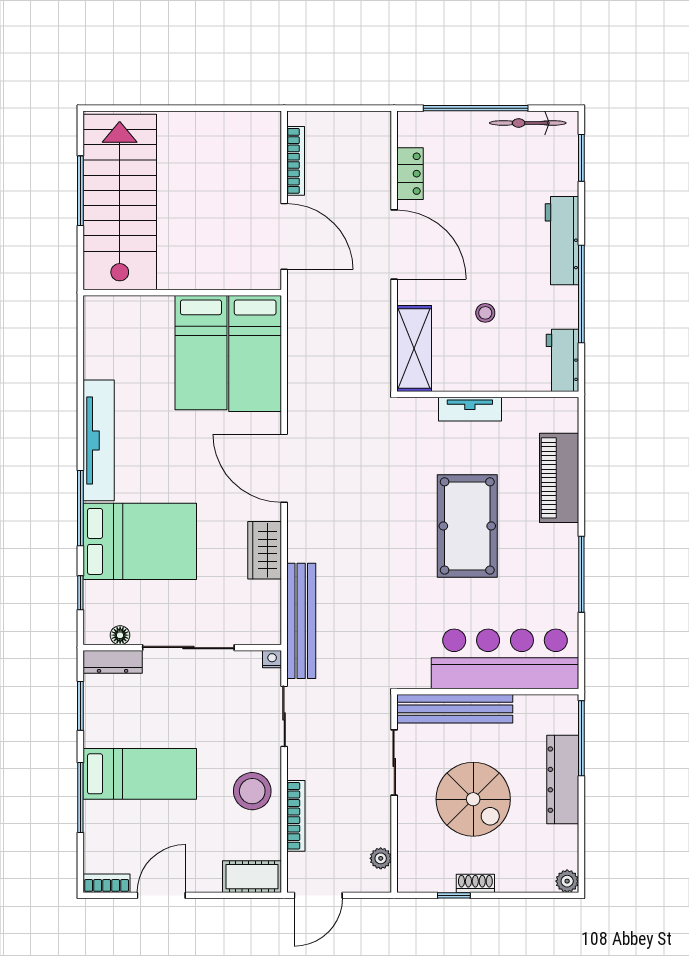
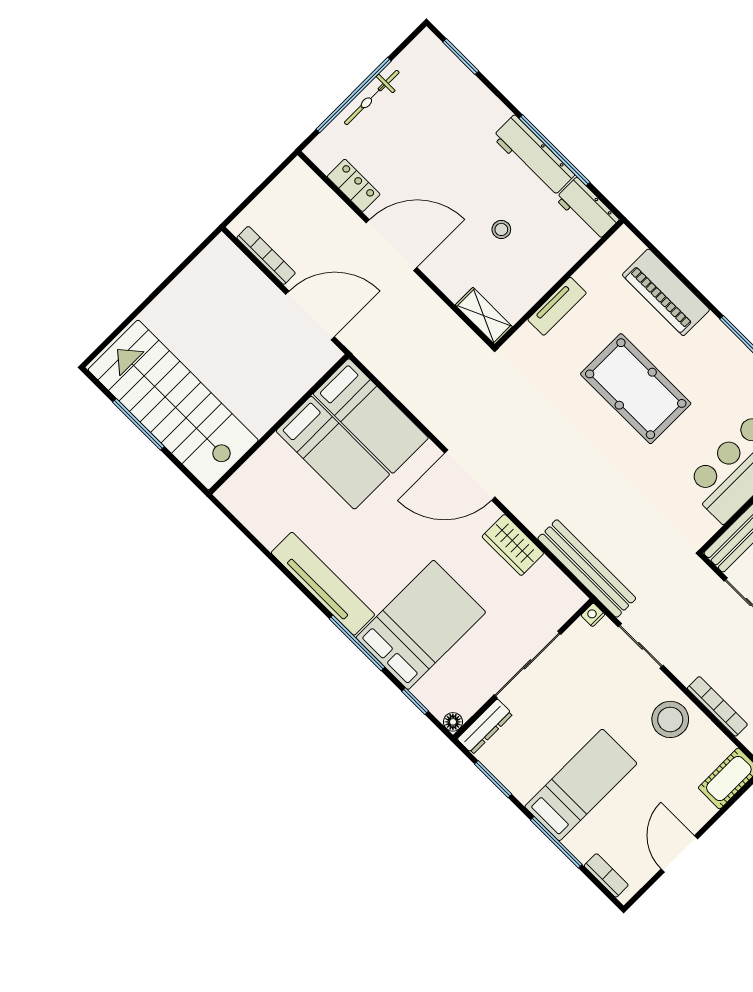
bicycle: (528, 123) -> (372, 97), moved
workbench: (562, 241) -> (533, 156), moved
shelving: (414, 348) -> (484, 316), width x0.67, depth x0.75
floor lamp: (120, 635) -> (453, 722), moved
bookcase: (107, 883) -> (606, 875), moved, turned 90

